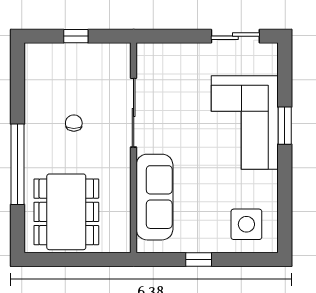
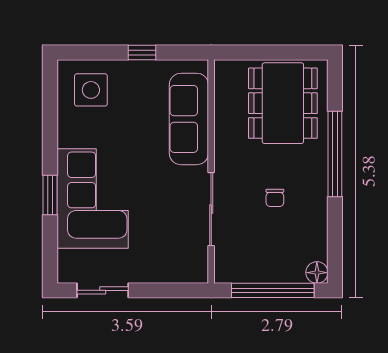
window: (76, 36) -> (273, 290), width x3.17
floor lamp: (34, 53) -> (317, 273), added

